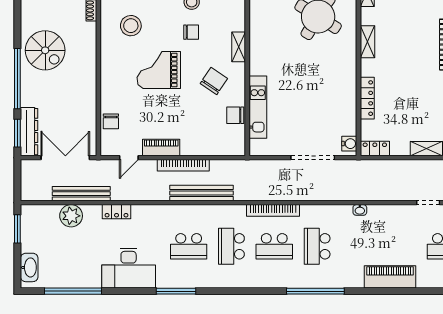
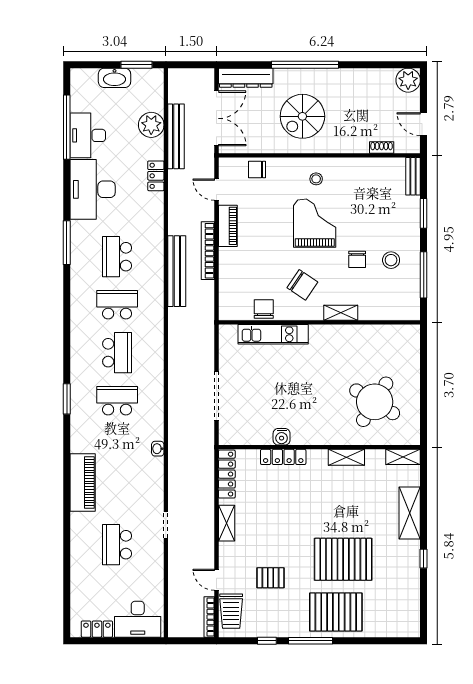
stool: (131, 26) -> (316, 179), moved, width x0.53, depth x0.53
spiral stairs: (45, 50) -> (302, 116), moved
window: (17, 133) -> (244, 65), removed
water cooler: (349, 144) -> (282, 437), moved
locker: (375, 148) -> (227, 474), width x1.53
bookcase: (273, 210) -> (157, 351), removed
school desk: (274, 246) -> (117, 353), turned 180
washbasin: (29, 267) -> (115, 78), moved
desk: (81, 272) -> (88, 135), added
window: (315, 291) -> (67, 399), width x0.47

